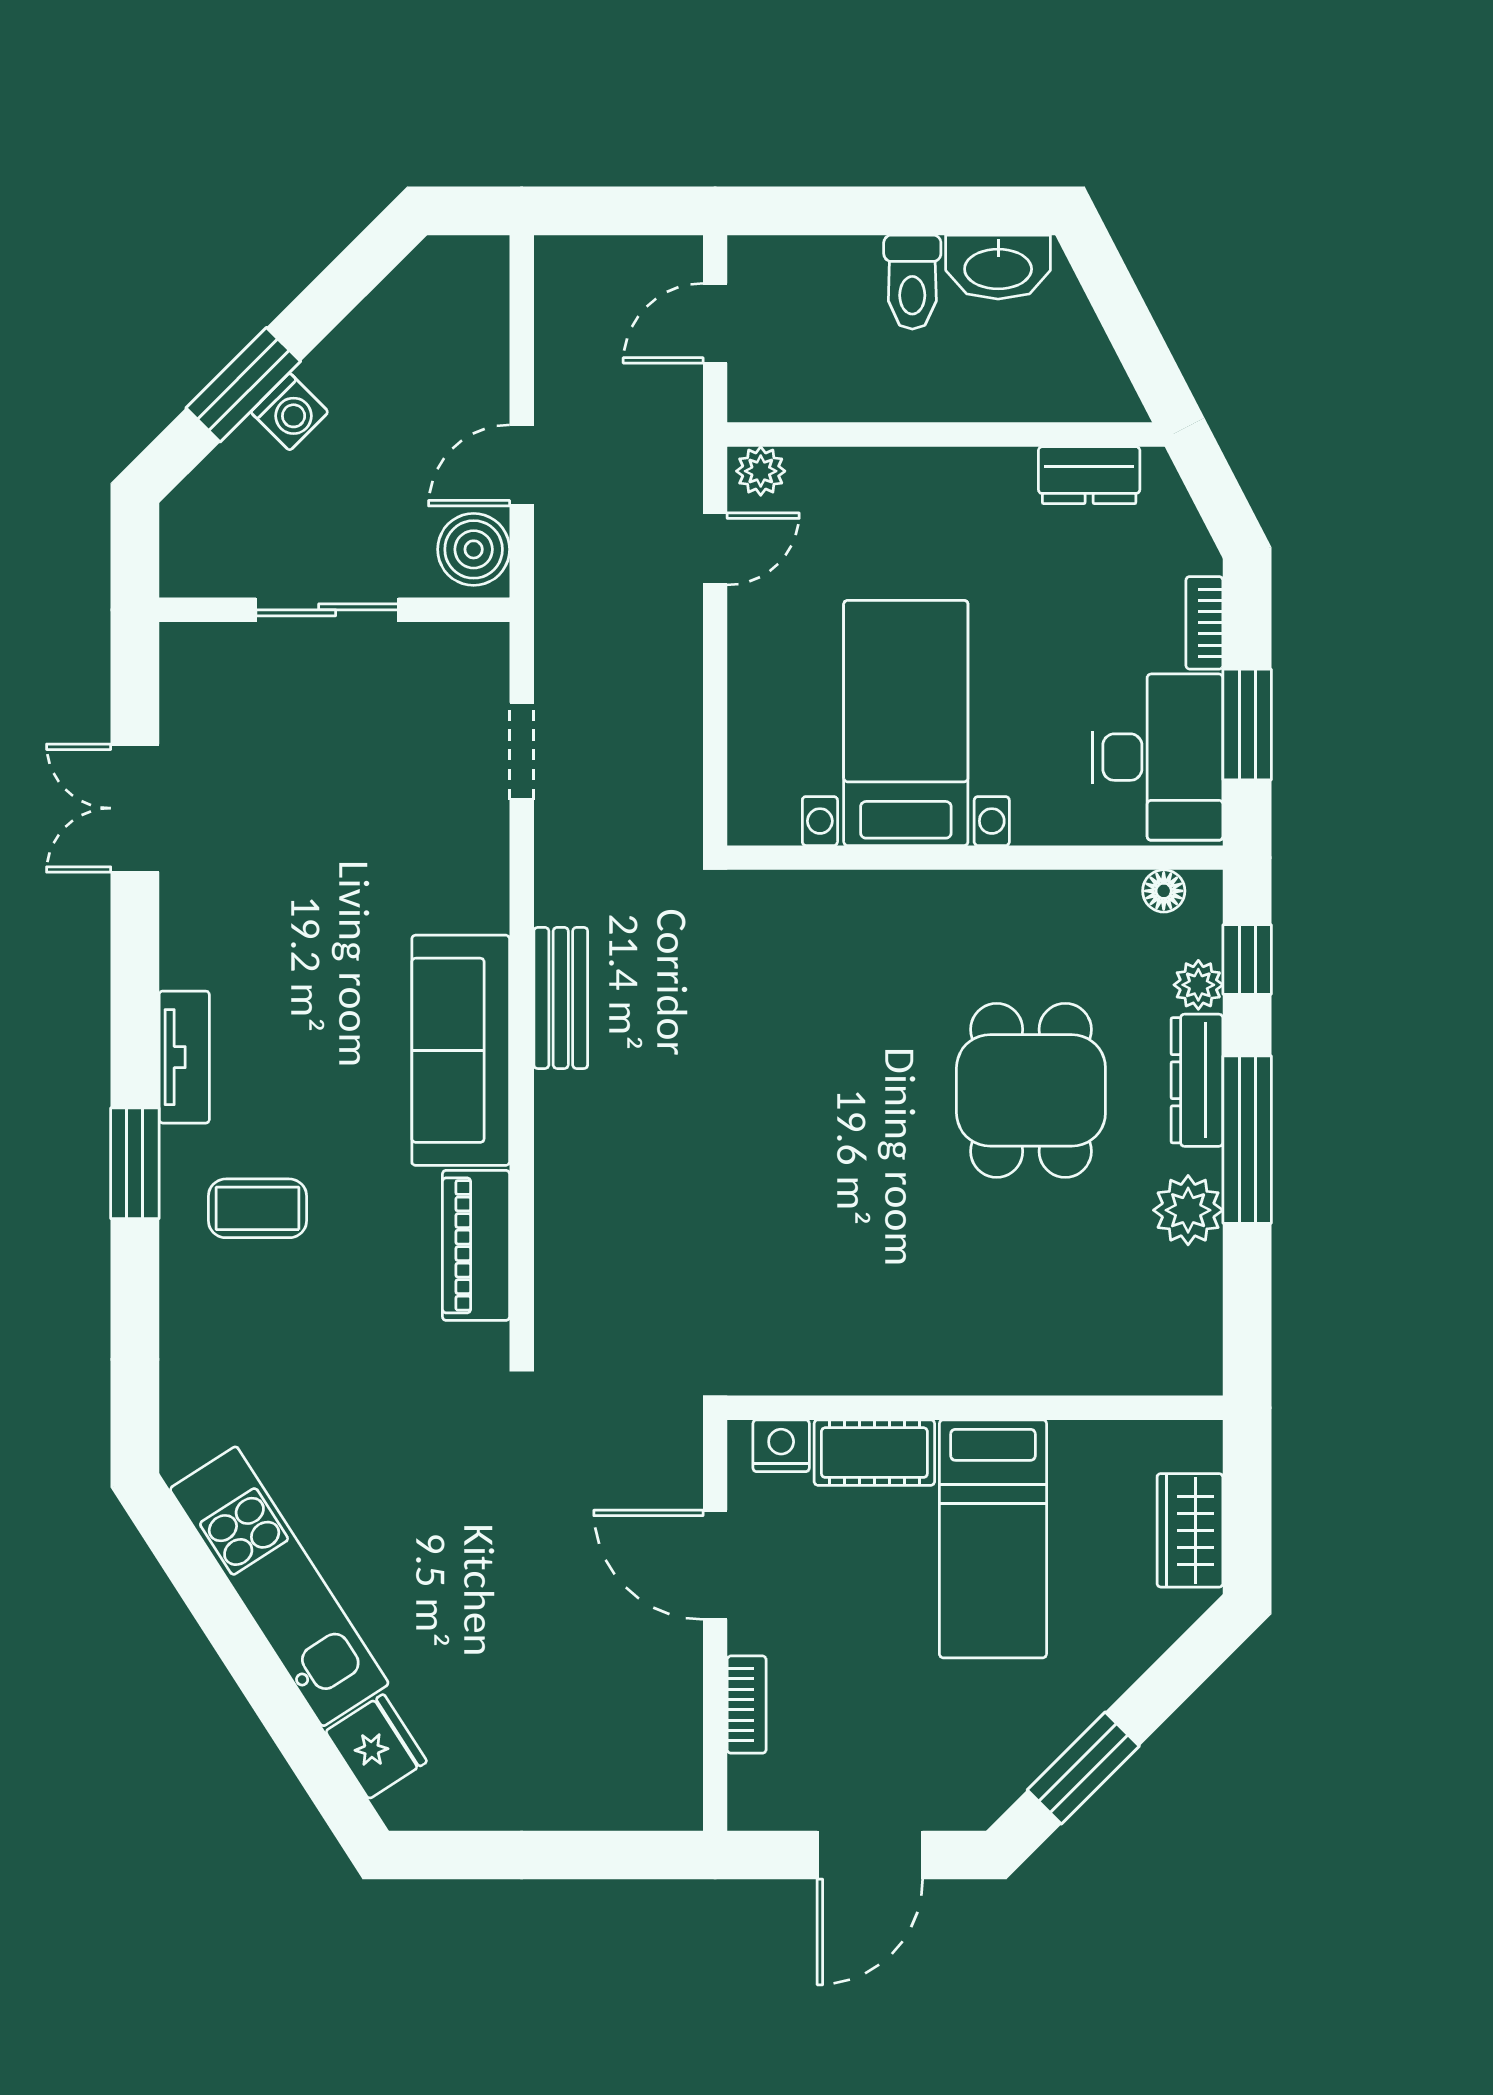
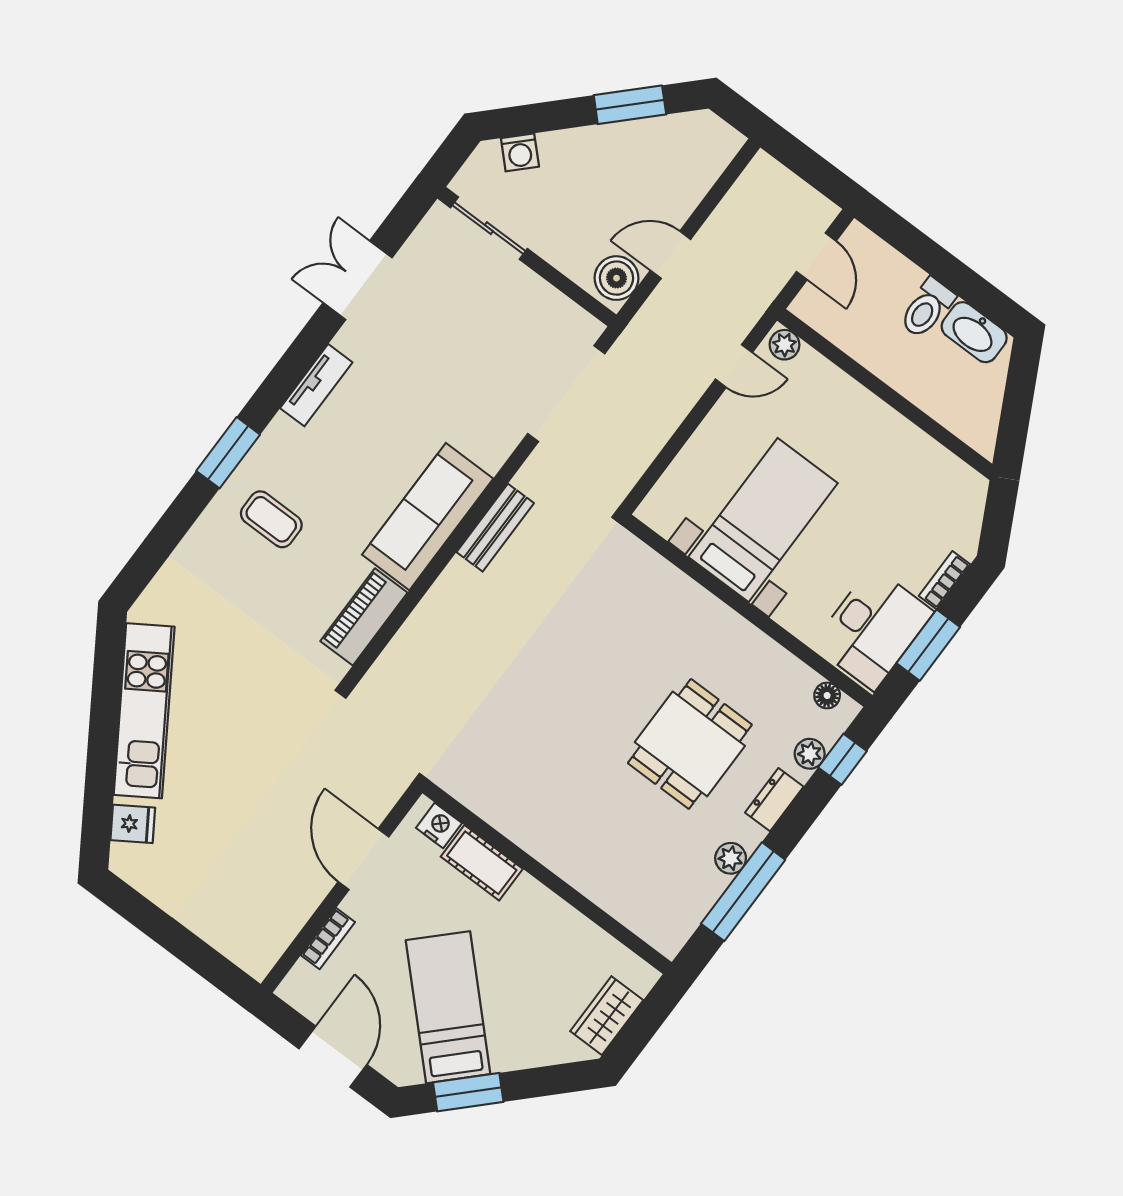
door: (715, 323) -> (816, 256), swing flipped
window: (243, 385) -> (630, 105), moved
washing machine: (290, 412) -> (520, 152), moved
dresser: (1089, 475) -> (942, 466), removed
sliding door: (327, 610) -> (489, 228), moved
doorway: (522, 751) -> (566, 394), width x1.88
tv unit: (184, 1057) -> (316, 385), moved
dresser: (1197, 1080) -> (774, 800), width x0.70
window: (1247, 1140) -> (743, 892), moved
plant: (1188, 1210) -> (731, 858), width x0.73, depth x0.73
bed: (993, 1539) -> (448, 1007), moved, turned 135
fridge: (376, 1746) -> (133, 824), width x0.72
door: (870, 1855) -> (333, 1057), swing flipped

